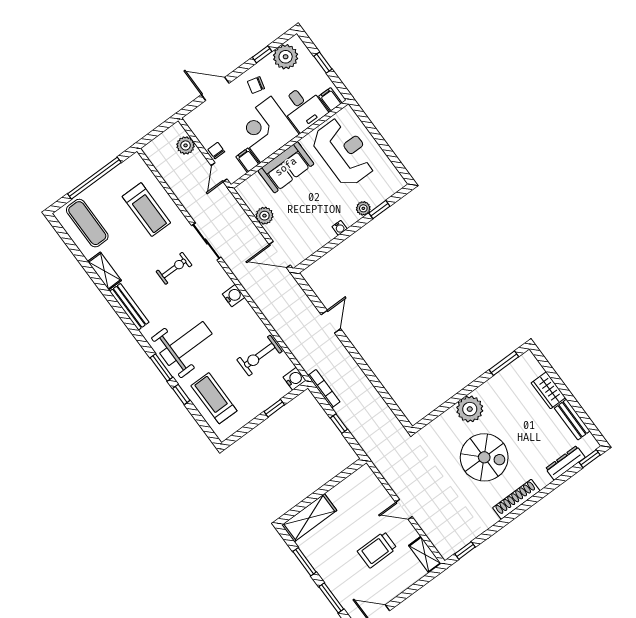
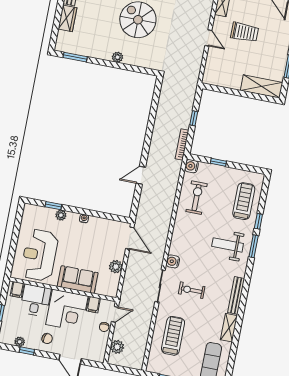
plant: (286, 57) -> (20, 342), width x0.53, depth x0.53
water cooler: (234, 296) -> (173, 261), moved
weight bench: (186, 343) -> (228, 245), width x0.73, depth x0.75
exercise bike: (260, 356) -> (196, 198), turned -90
treadmill: (214, 398) -> (244, 201), turned 180
plant: (470, 409) -> (117, 57), width x0.53, depth x0.53

